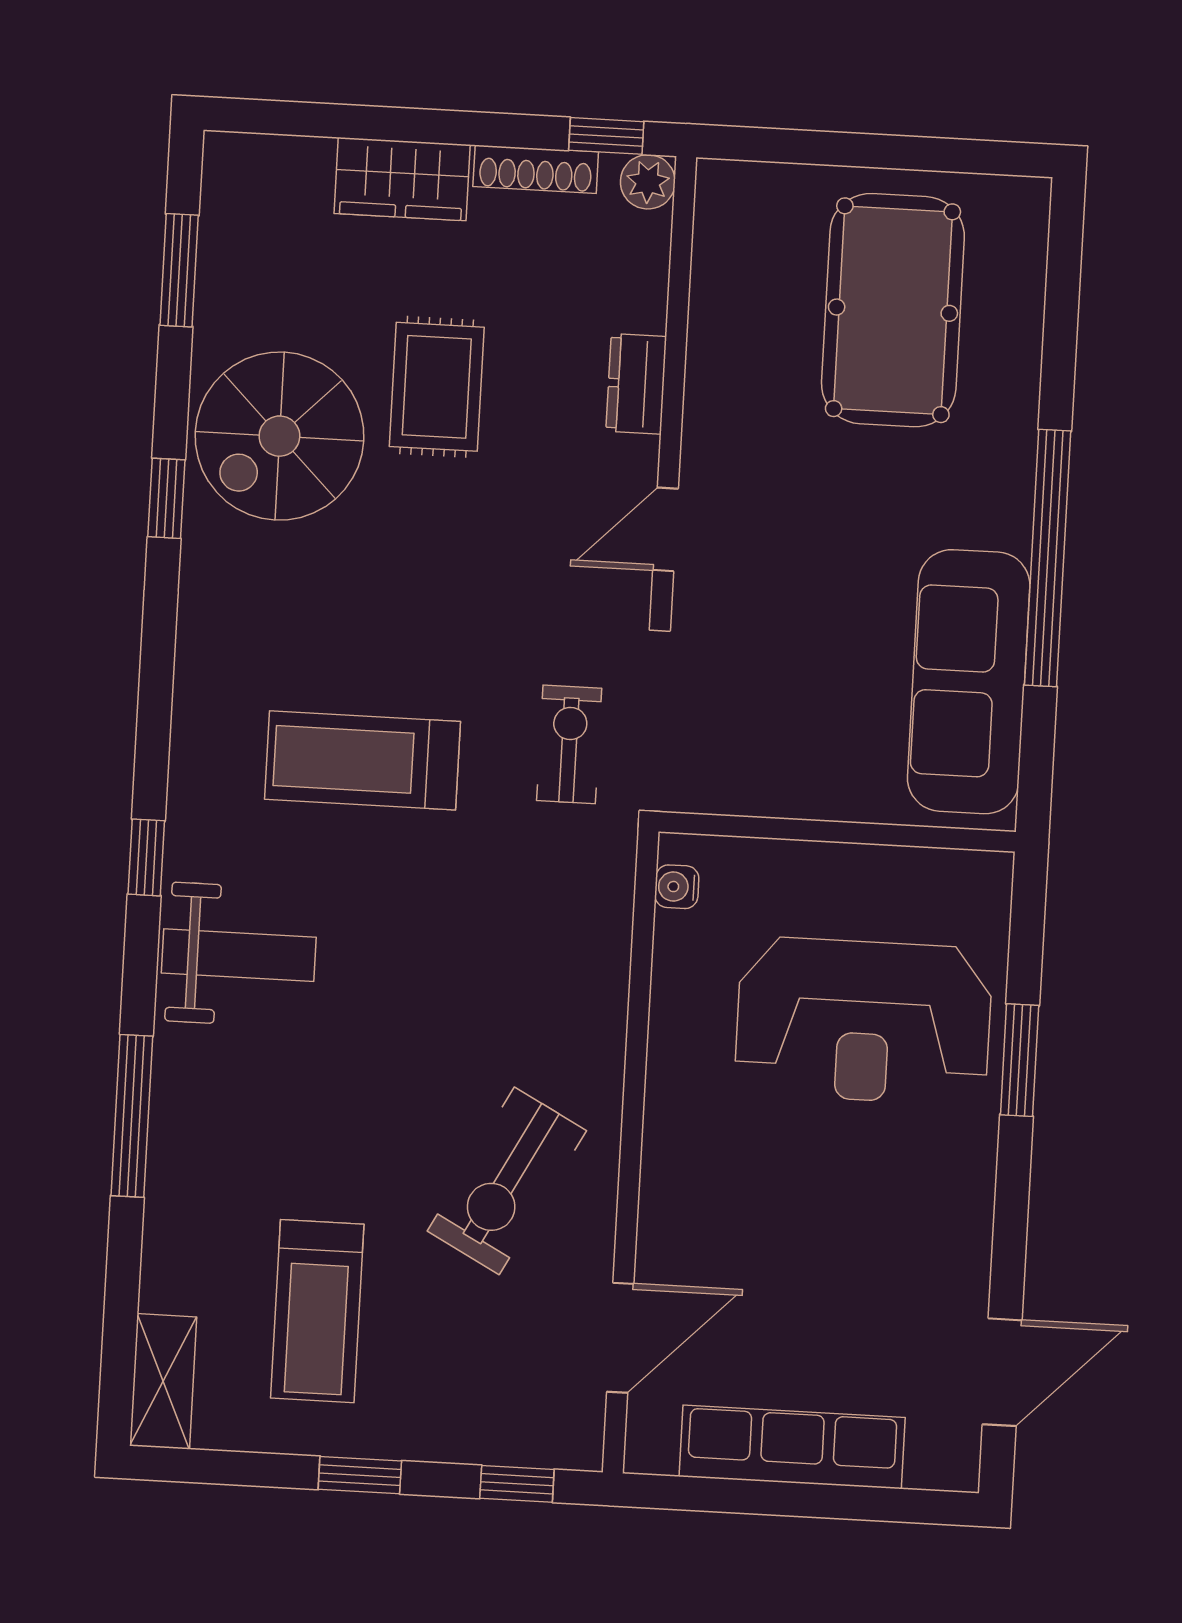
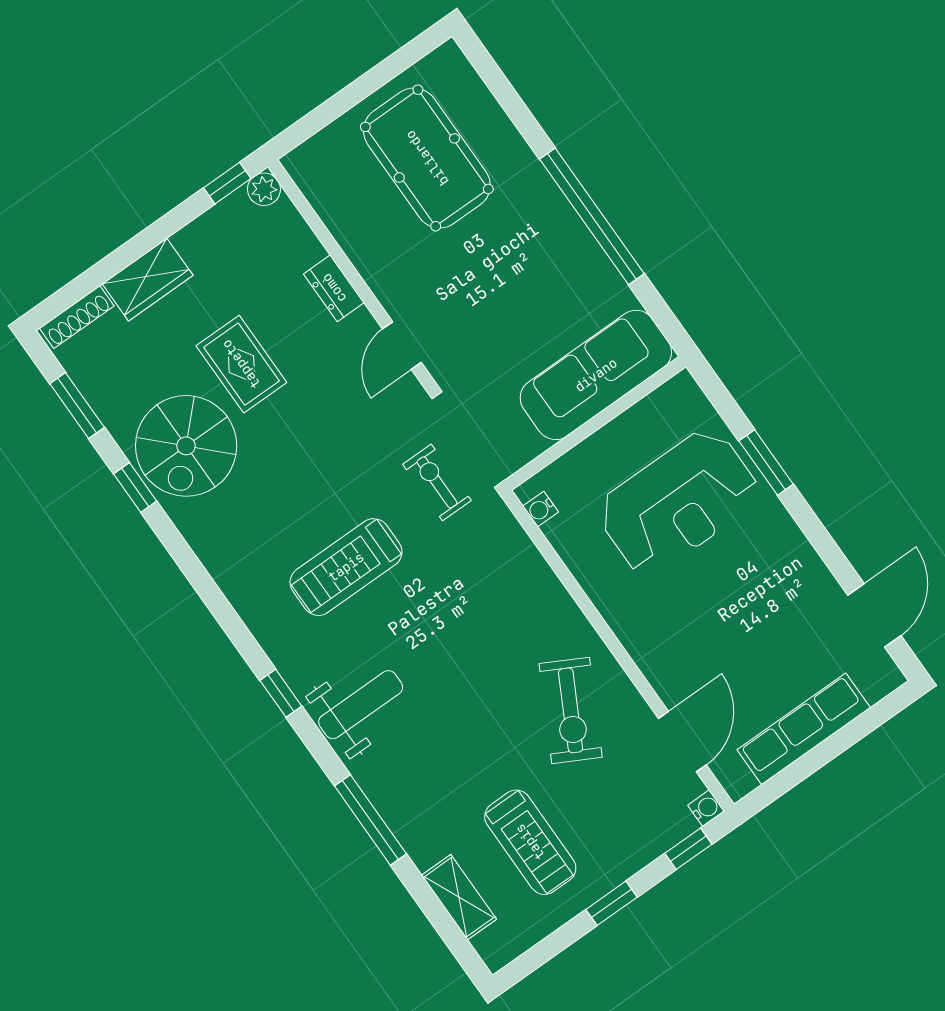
shoe rack: (536, 169) -> (77, 317), moved
window: (166, 498) -> (135, 488), moved
sofa: (969, 682) -> (596, 375), moved, turned 90
shelving: (163, 1381) -> (459, 897), moved
water cooler: (582, 1449) -> (706, 808), added

